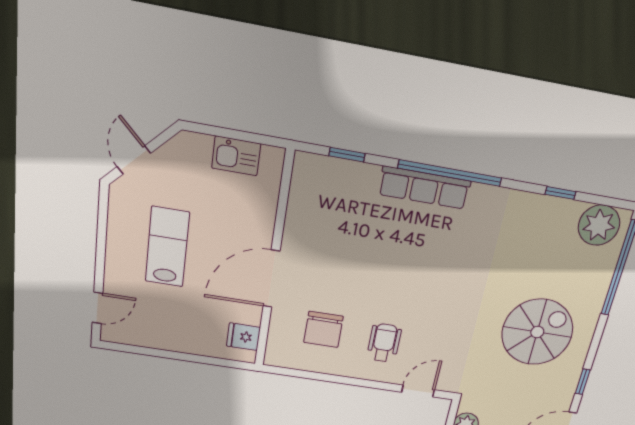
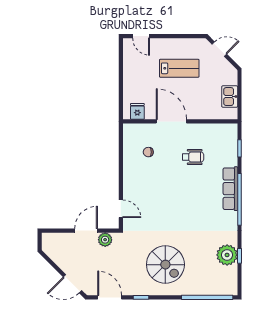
plant: (599, 225) -> (227, 255), moved
chair: (323, 329) -> (148, 152), width x0.54, depth x0.54
wheelchair: (384, 343) -> (193, 157), moved

